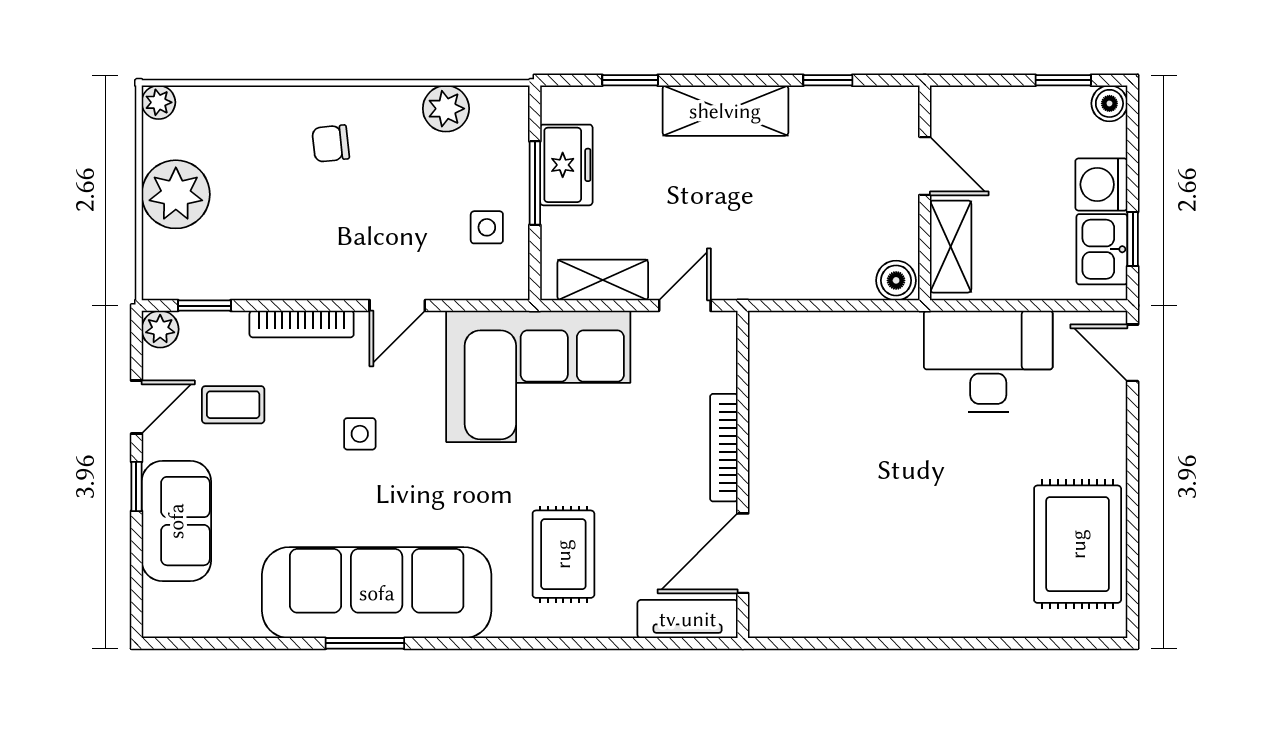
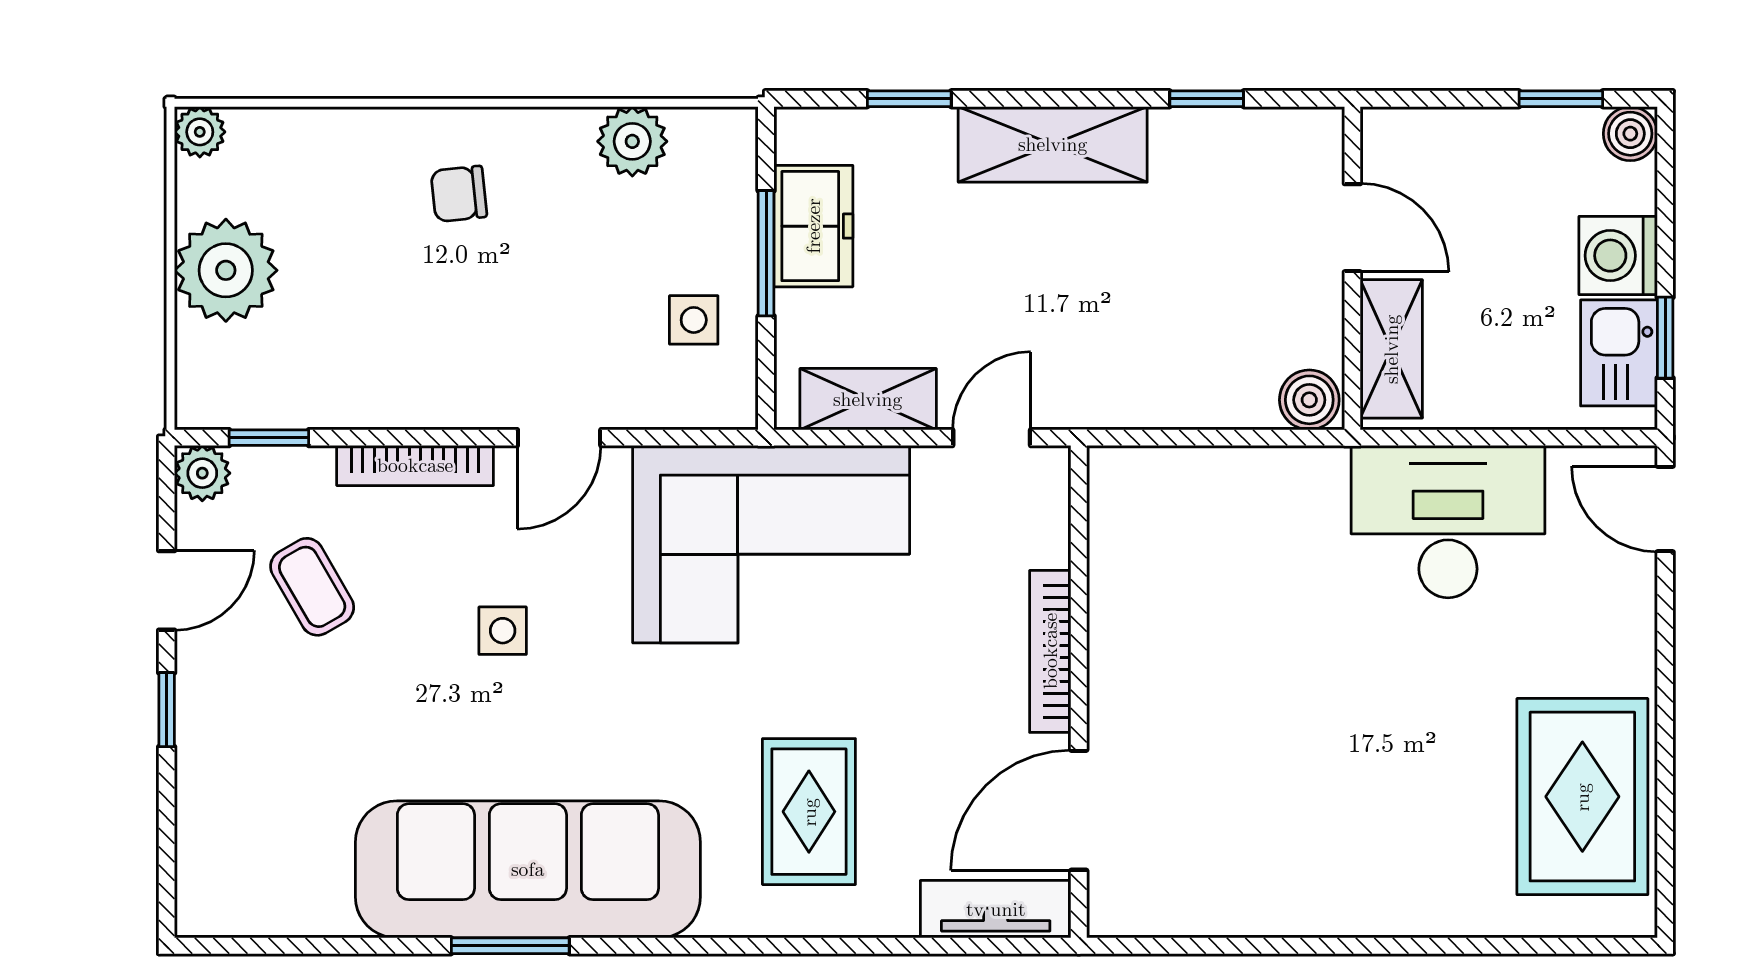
coffee table: (233, 405) -> (312, 587), turned 60
sofa: (176, 521) -> (227, 762), removed

